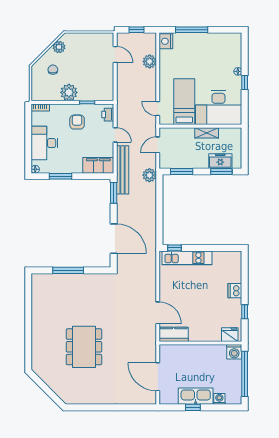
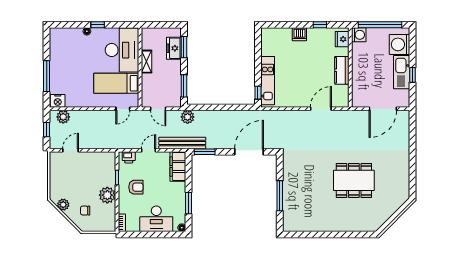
plant: (150, 61) -> (63, 117), moved
armchair: (77, 122) -> (136, 187), turned 180
kitchen counter: (174, 334) -> (342, 70), moved
washing machine: (219, 399) -> (400, 44), width x1.89, depth x1.89

